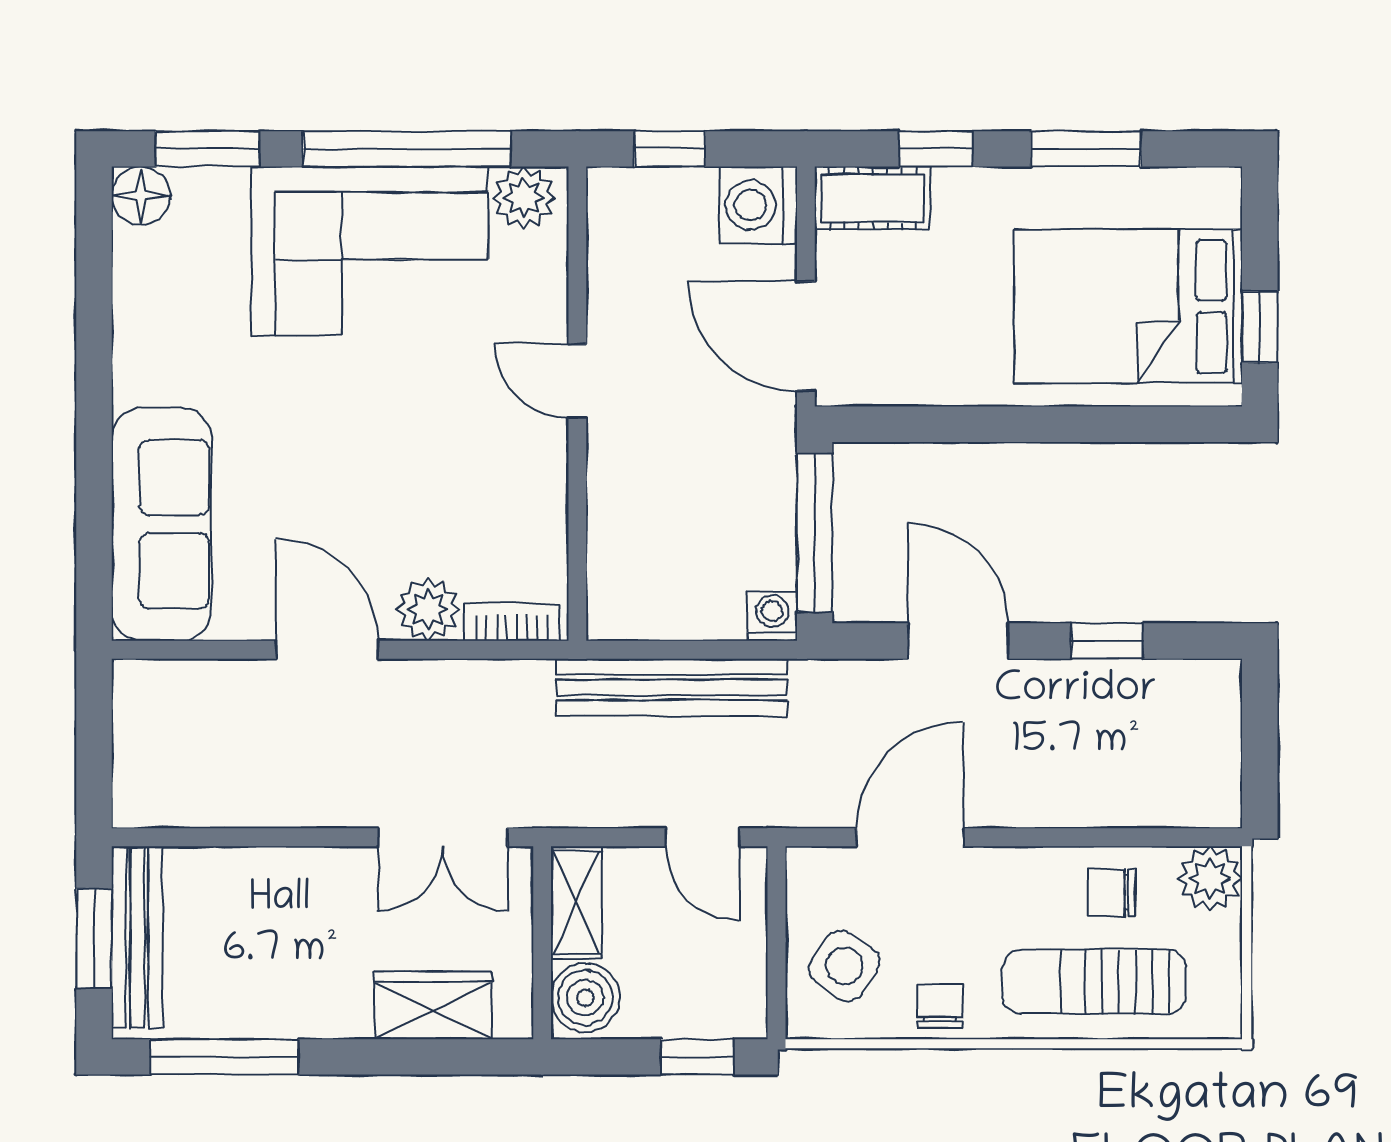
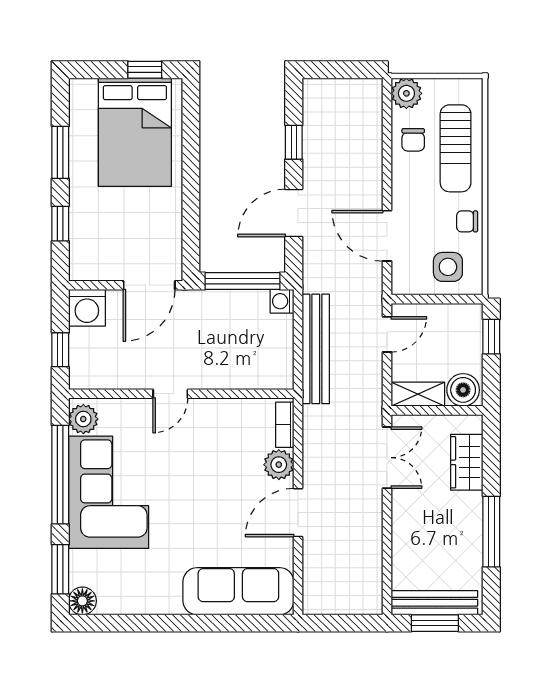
cot: (873, 198) -> (84, 253), removed
side table: (844, 966) -> (448, 267), turned -34
window: (224, 1057) -> (491, 532), moved

